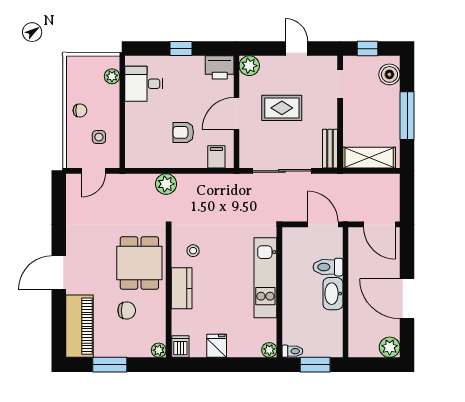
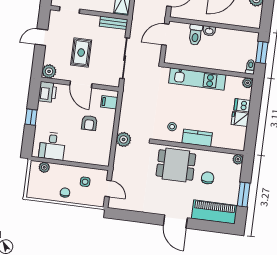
washbasin: (333, 294) -> (209, 31), width x0.52, depth x0.69
dishwasher: (180, 347) -> (242, 105), moved

